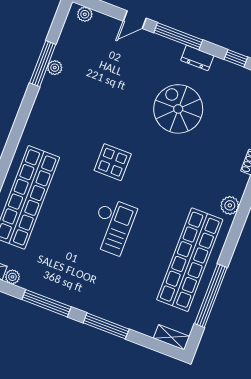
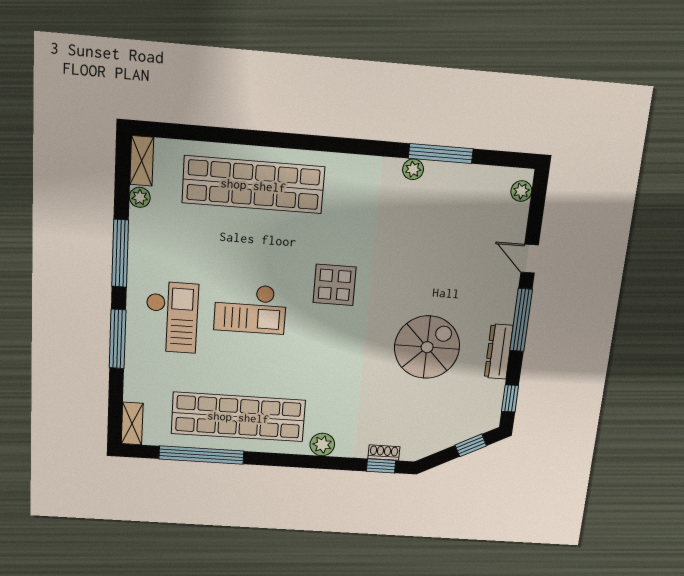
dresser: (197, 58) -> (499, 352), width x1.44
plant: (55, 68) -> (413, 169), moved
checkout: (102, 283) -> (172, 317), added

